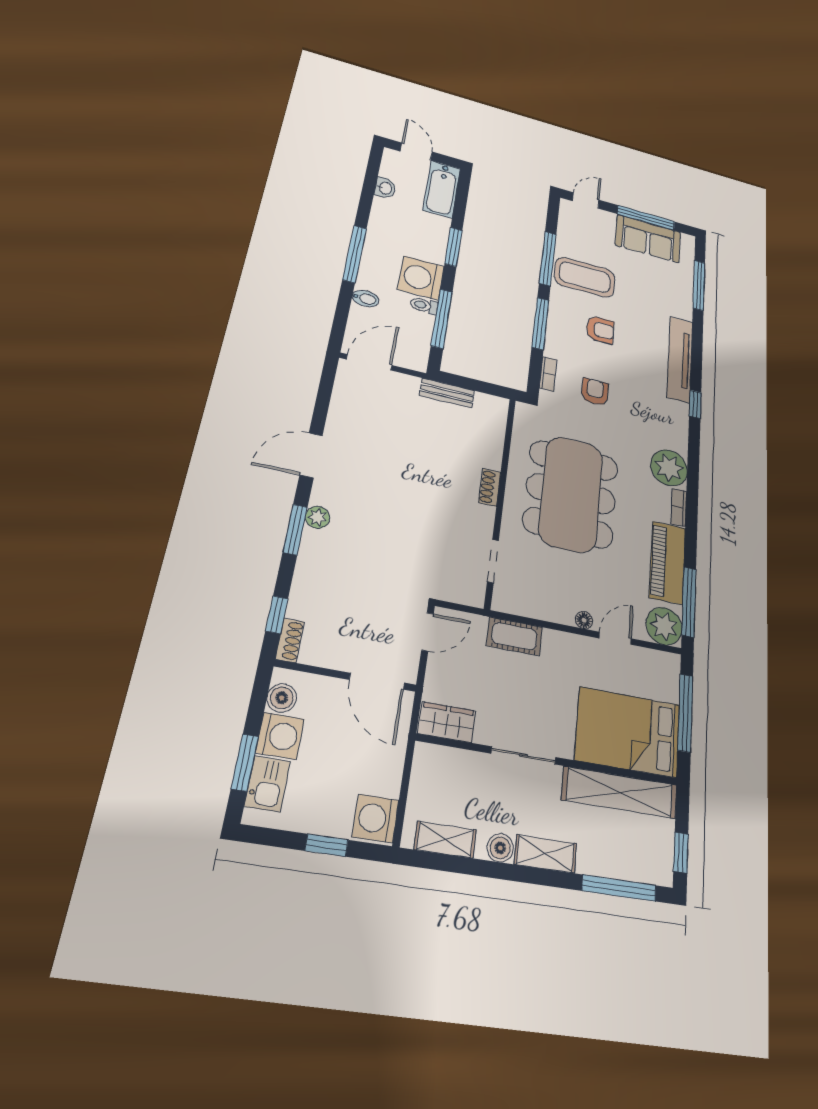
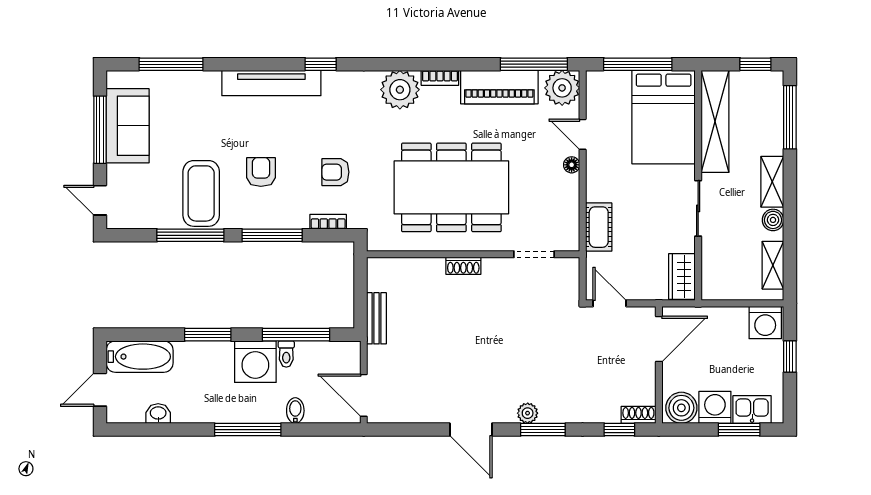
boiler: (282, 698) -> (681, 408), width x1.36, depth x1.36

